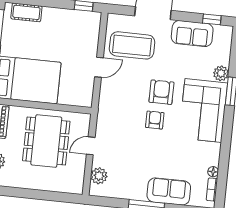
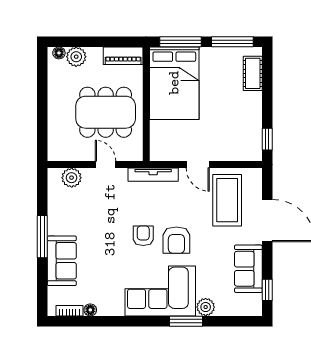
armchair: (161, 92) -> (176, 240), turned 90
tv unit: (104, 106) -> (153, 175), added
armchair: (155, 120) -> (143, 236), turned -90

